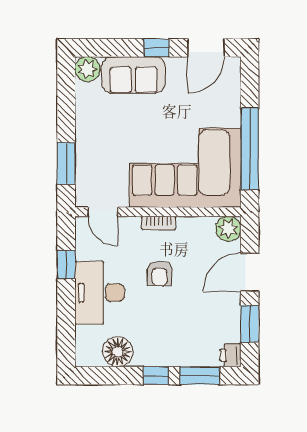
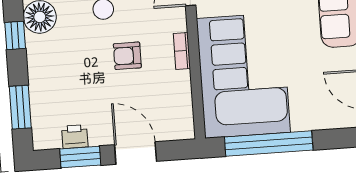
plant: (228, 229) -> (181, 127), removed
printer: (230, 355) -> (75, 137), moved
window: (156, 376) -> (15, 35), moved

